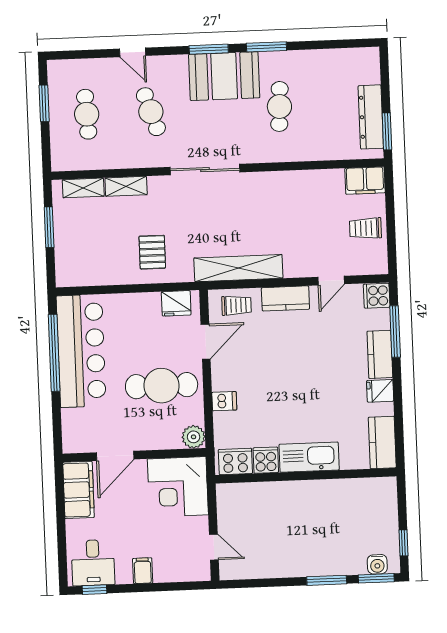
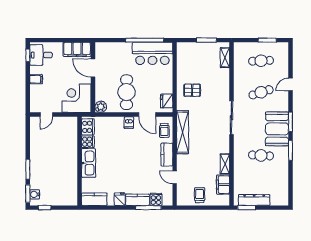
filing cabinet: (365, 181) -> (223, 185), moved
shelving: (126, 186) -> (225, 164), moved
cooker: (377, 296) -> (156, 199), moved
bar counter: (81, 351) -> (152, 53), width x0.73
dishwasher: (224, 401) -> (129, 123), moved

